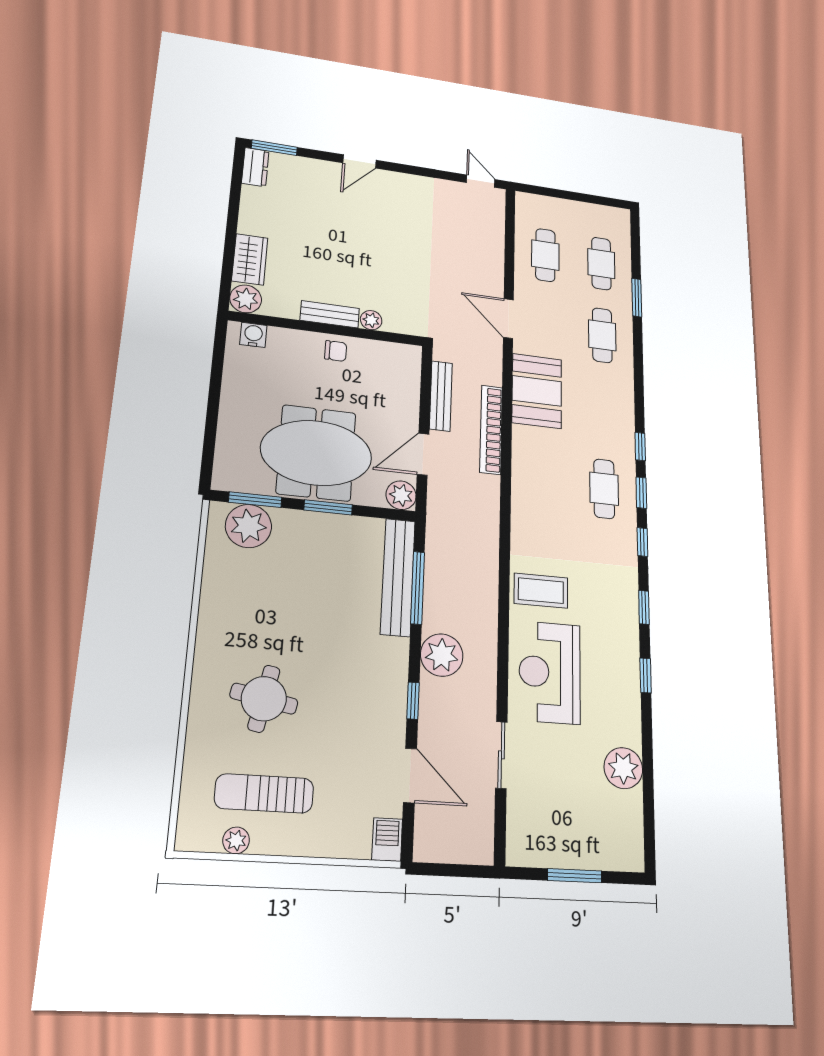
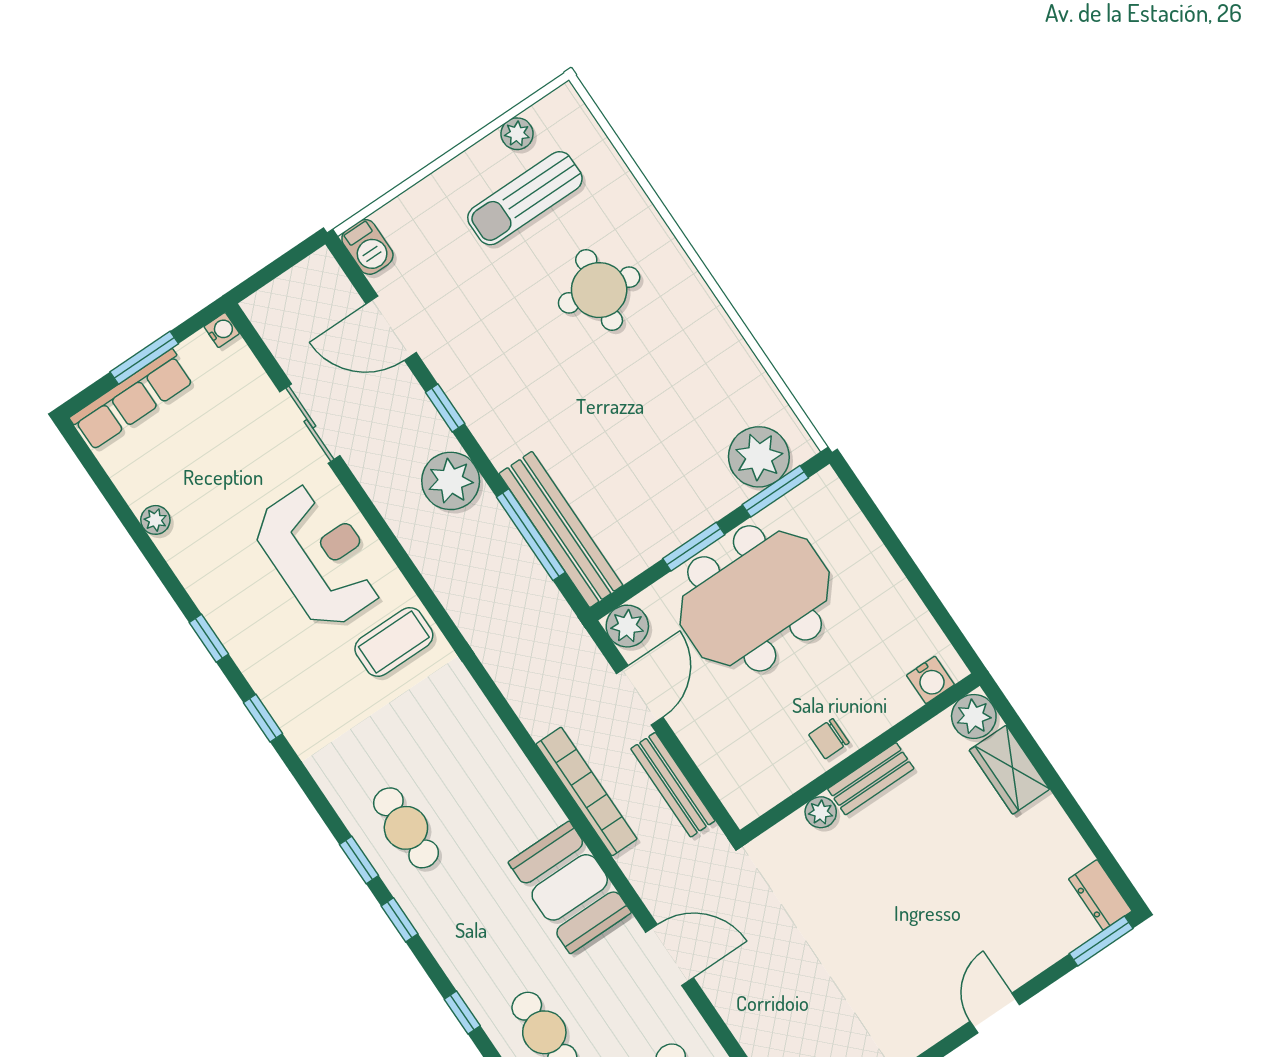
window: (642, 542) -> (462, 1012), moved
plant: (623, 768) -> (155, 520), width x0.53, depth x0.53
sun lounger: (264, 793) -> (525, 198), turned 180
row of seats: (599, 854) -> (132, 400), added
water cooler: (515, 856) -> (222, 330), added

